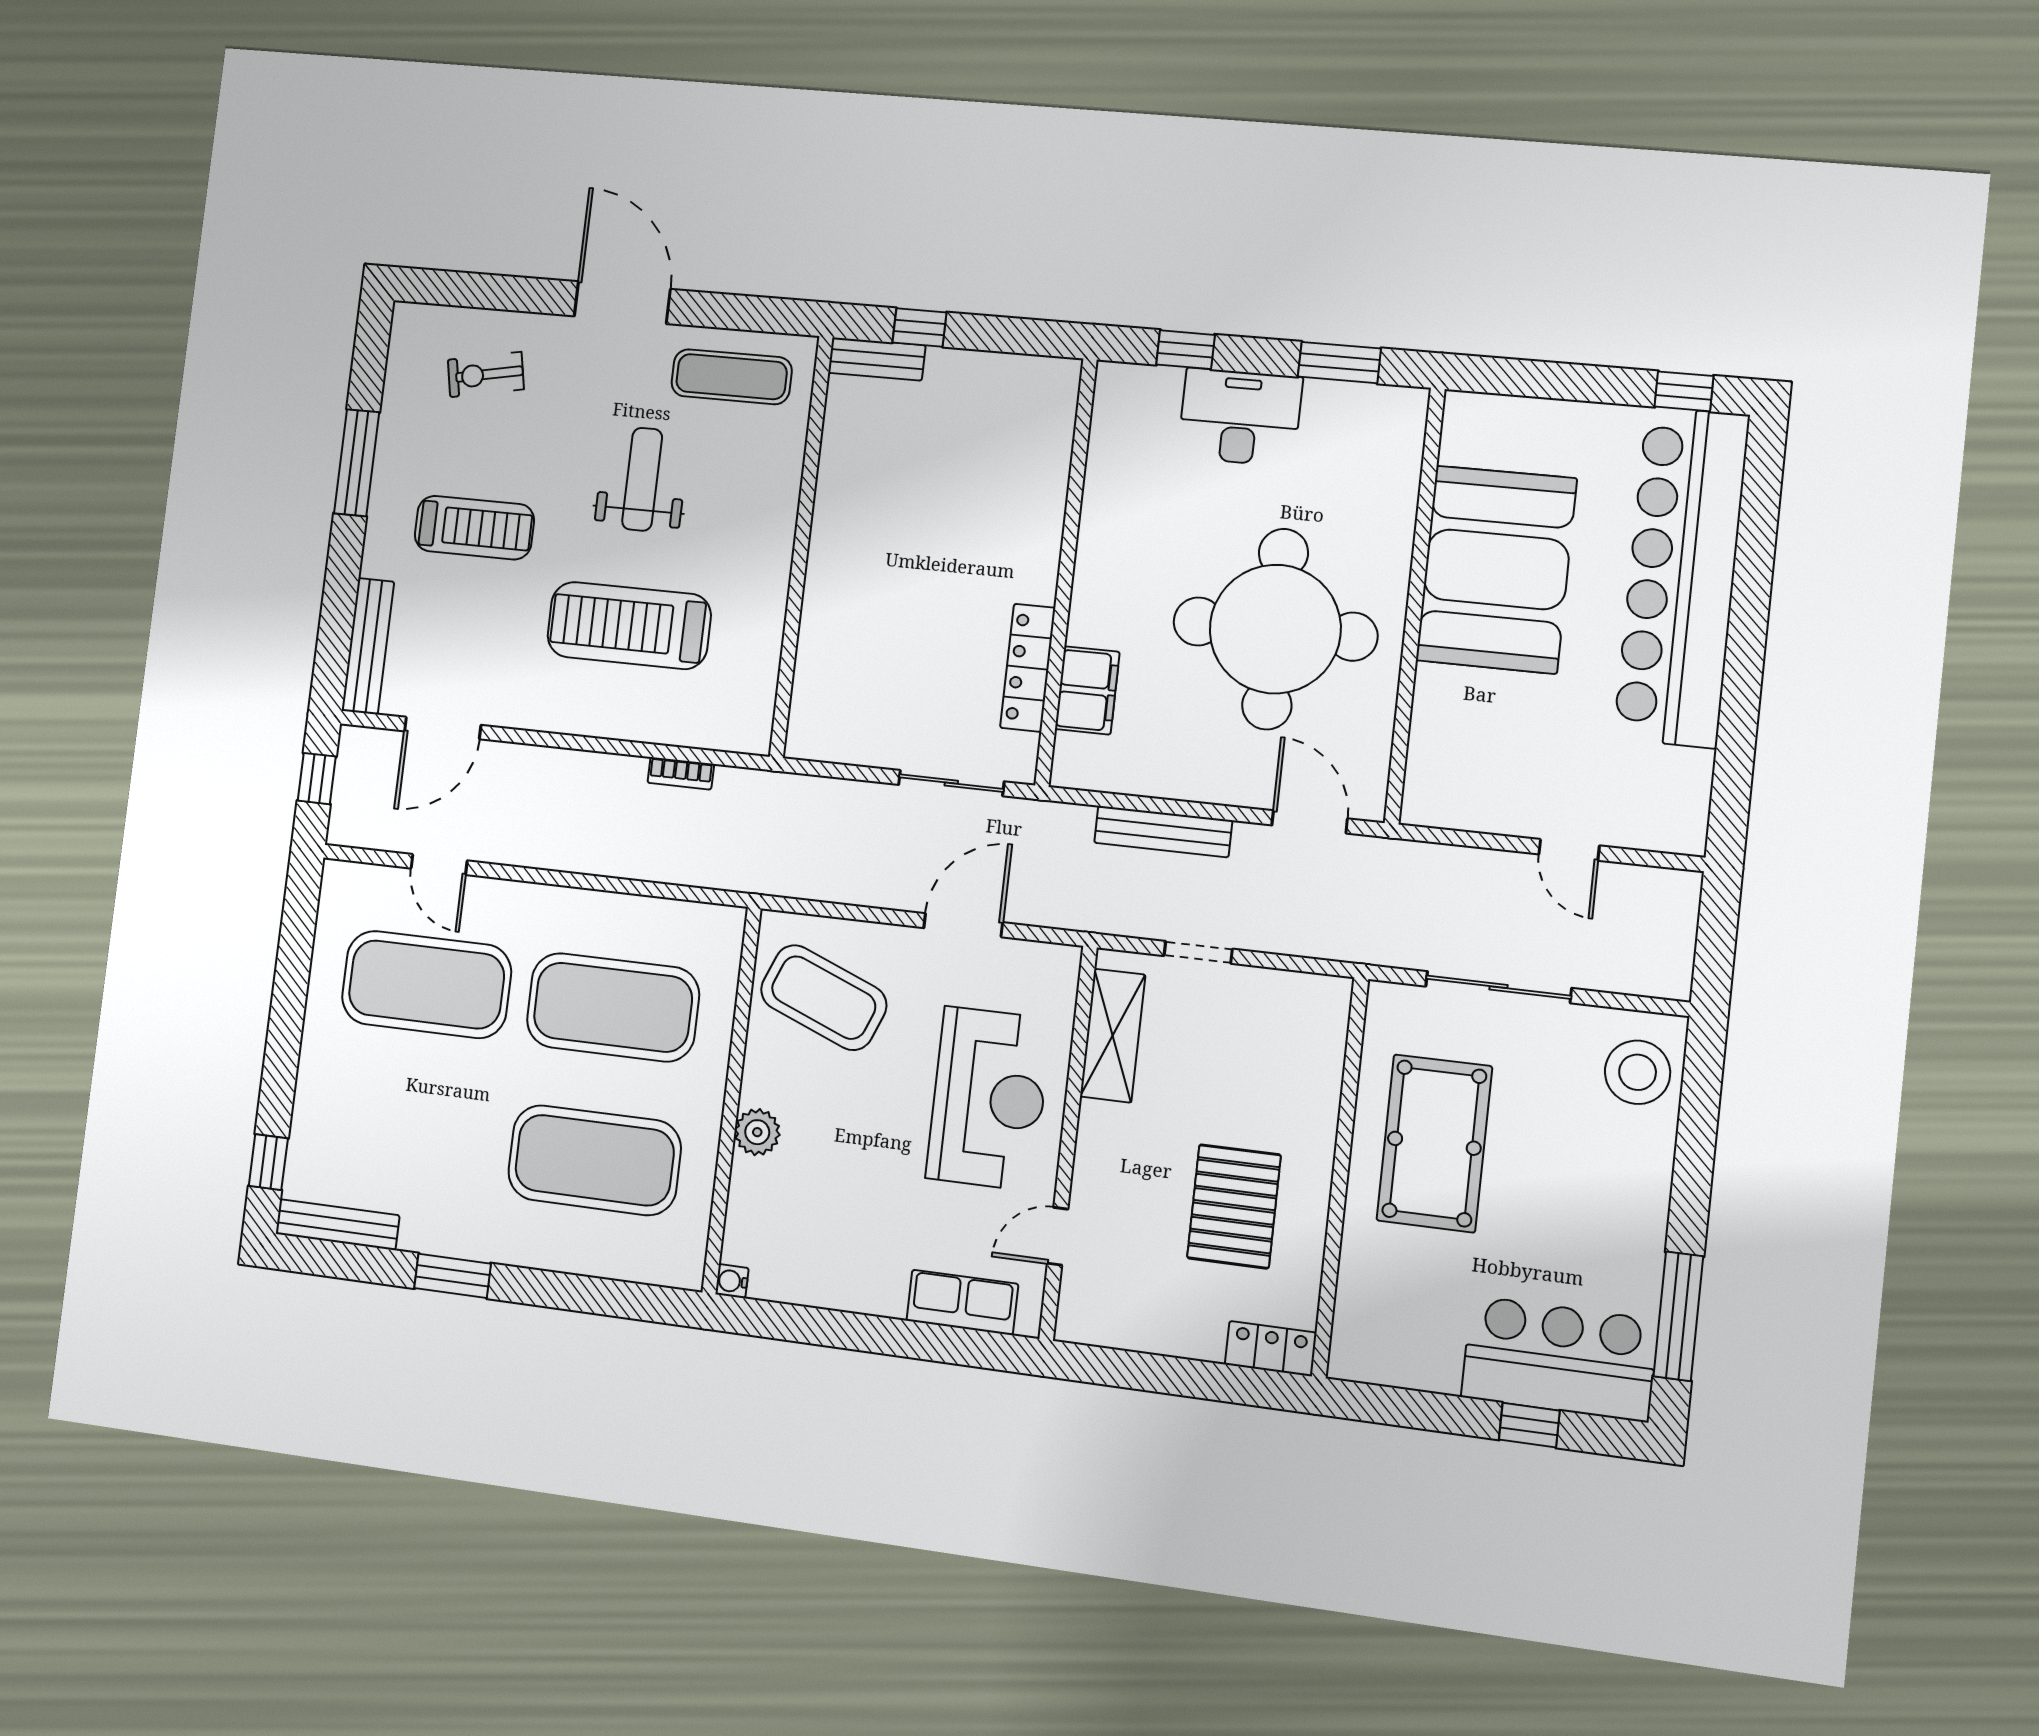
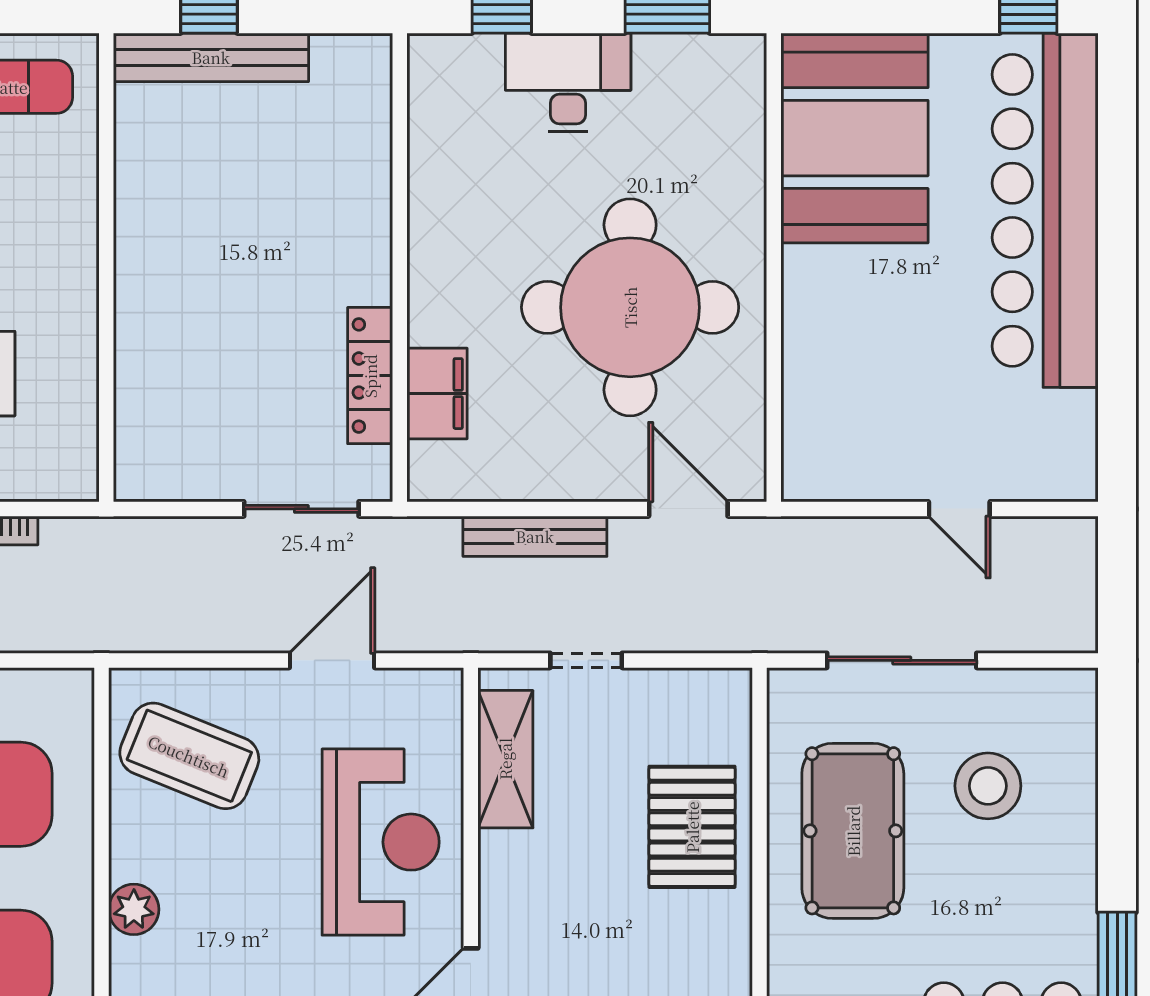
bench: (877, 359) -> (211, 57), width x1.86, depth x1.21
booth: (1496, 569) -> (854, 138), moved
stool: (1638, 1072) -> (988, 786), moved
pallet: (1234, 1206) -> (692, 827), moved

